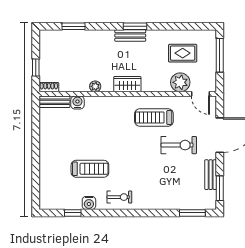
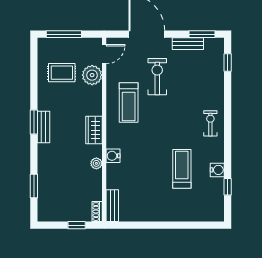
rug: (183, 53) -> (62, 73), turned 90
water cooler: (77, 103) -> (113, 156), moved
exercise bike: (119, 197) -> (210, 123), moved
window: (192, 213) -> (228, 63), width x0.67

